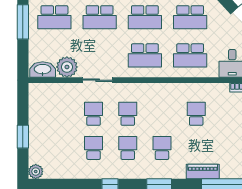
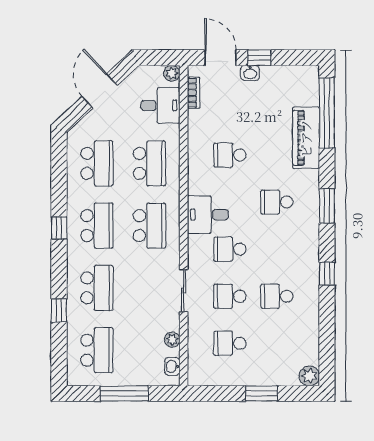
window: (23, 22) -> (124, 394), moved
plant: (67, 67) -> (172, 340), width x0.53, depth x0.53
washbasin: (43, 70) -> (172, 366), width x0.52, depth x0.69
desk: (153, 98) -> (208, 215), added
school desk: (128, 148) -> (230, 343), moved
piano: (203, 172) -> (306, 138), width x1.37, depth x1.33

